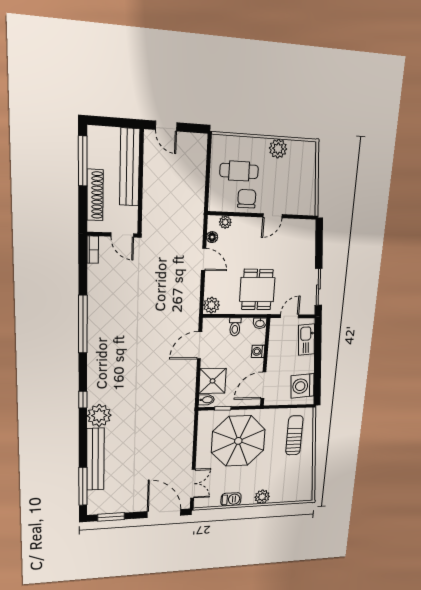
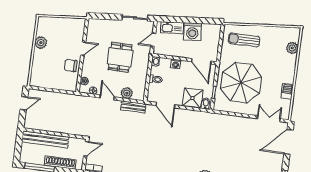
door: (166, 126) -> (24, 103), moved
cafe table: (239, 171) -> (53, 70), removed
door: (273, 216) -> (83, 49), hinge flipped
door: (204, 259) -> (107, 97), hinge flipped
dining table: (257, 290) -> (120, 57), moved, turned 90
bench: (193, 300) -> (133, 107), added
plant: (212, 305) -> (127, 93), moved
door: (289, 316) -> (153, 40), hinge flipped
washing machine: (302, 386) -> (192, 32), moved
plant: (262, 497) -> (292, 48), moved

